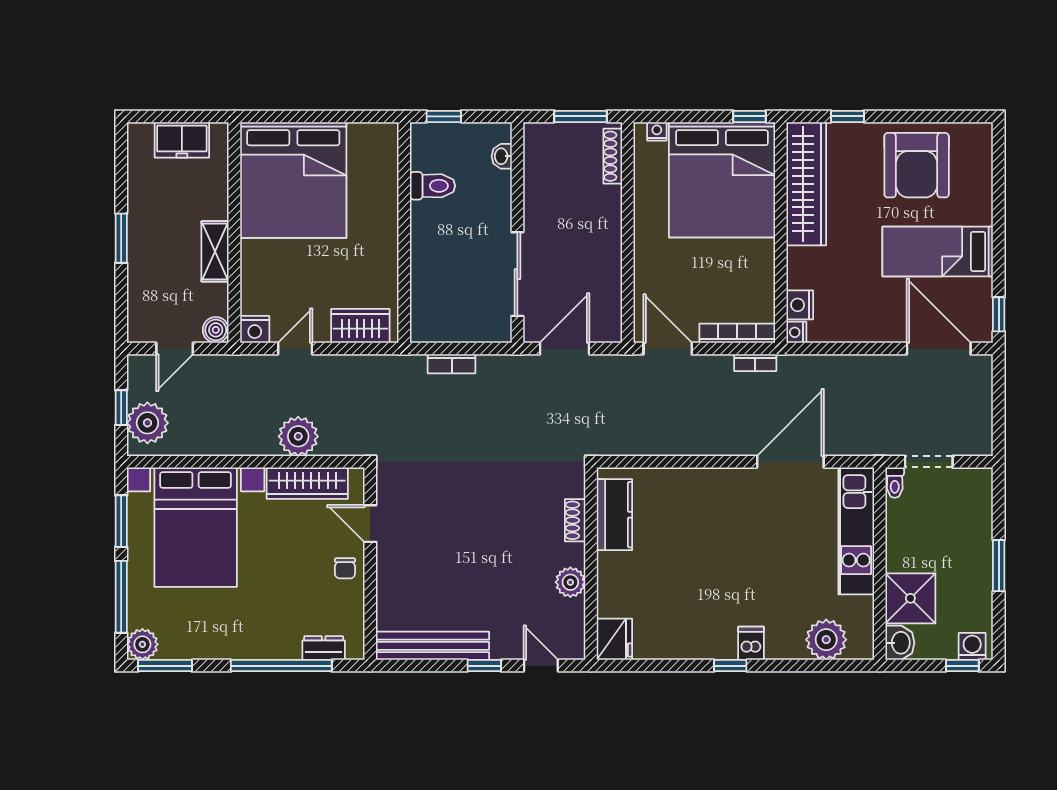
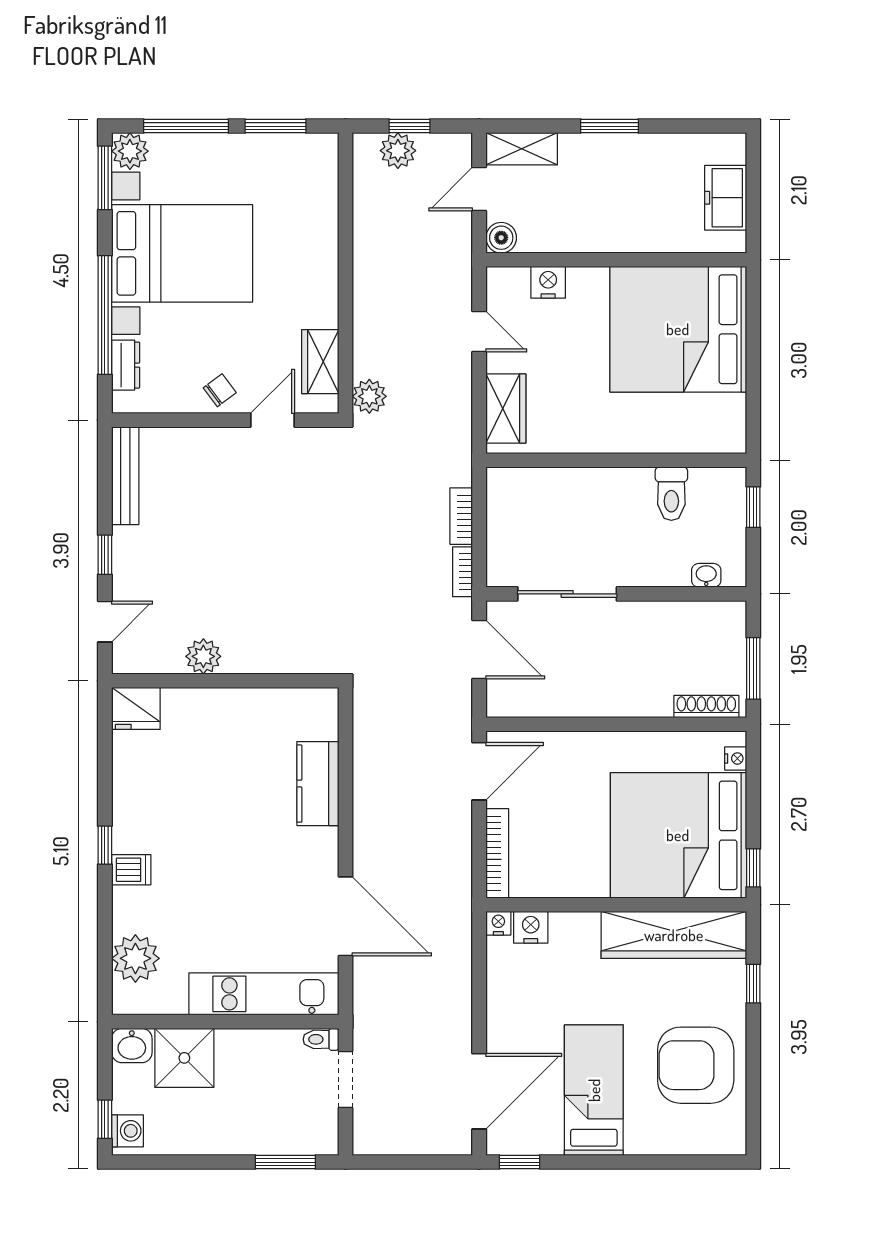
shelving: (215, 251) -> (522, 149), moved
nightstand: (255, 329) -> (548, 282), moved, turned 90
door: (175, 349) -> (479, 189), hinge flipped
bookcase: (755, 363) -> (463, 572), moved
plant: (147, 423) -> (398, 151), width x0.73, depth x0.73
plant: (298, 436) -> (369, 396), moved, width x0.73, depth x0.73
wardrobe: (307, 483) -> (320, 362), width x0.67
kitchen counter: (614, 515) -> (318, 784), moved, turned 90
shoe rack: (575, 520) -> (276, 662), removed
bed with nightstands: (196, 527) -> (182, 253), moved, turned 180
window: (999, 566) -> (285, 1162), moved
chair: (345, 568) -> (220, 390), turned 143
bench: (433, 646) -> (125, 476), width x0.73, depth x0.82

